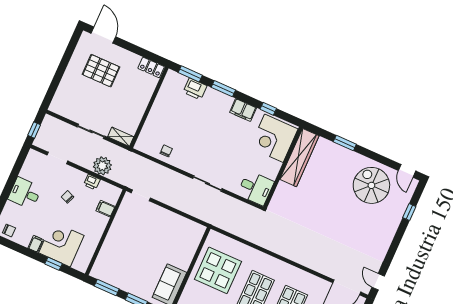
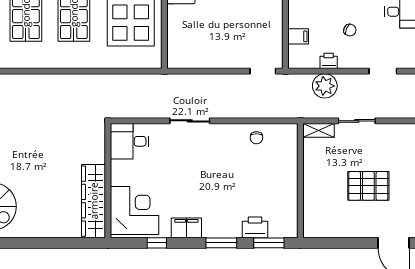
locker: (151, 67) -> (319, 230), removed
pallet: (101, 71) -> (368, 186), moved
window: (345, 143) -> (47, 243), removed

